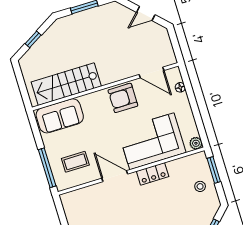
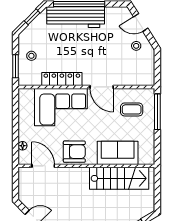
sofa: (60, 116) -> (118, 153), moved
plant: (196, 143) -> (24, 94), removed
locker: (153, 174) -> (62, 79), width x1.53

